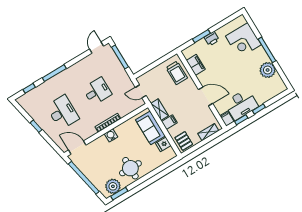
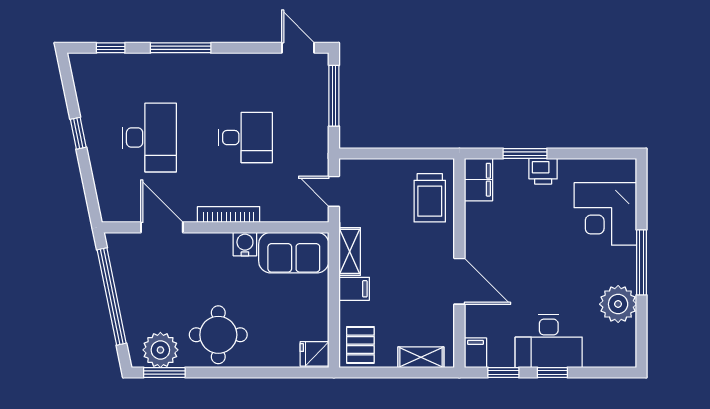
door: (97, 48) -> (298, 48), hinge flipped
filing cabinet: (196, 65) -> (478, 180), moved
desk: (241, 104) -> (549, 341), moved
sofa: (150, 128) -> (294, 253), moved, turned -90
water cooler: (111, 135) -> (245, 244), moved
fridge: (163, 144) -> (314, 354), moved
door: (77, 148) -> (162, 227), moved

